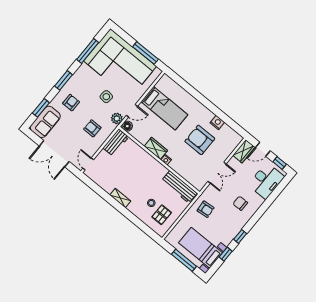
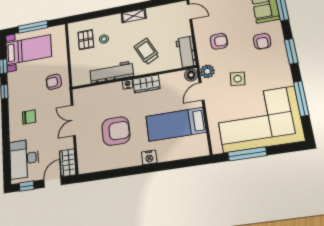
nightstand: (217, 123) -> (149, 157), moved
trolley: (136, 167) -> (147, 51), added
workbench: (179, 187) -> (112, 72), moved

